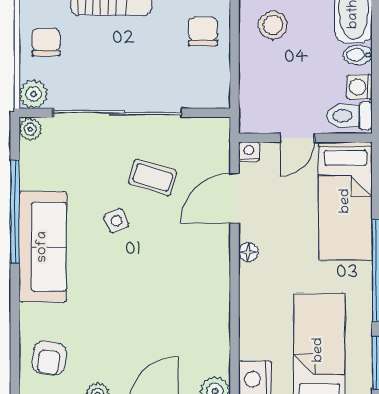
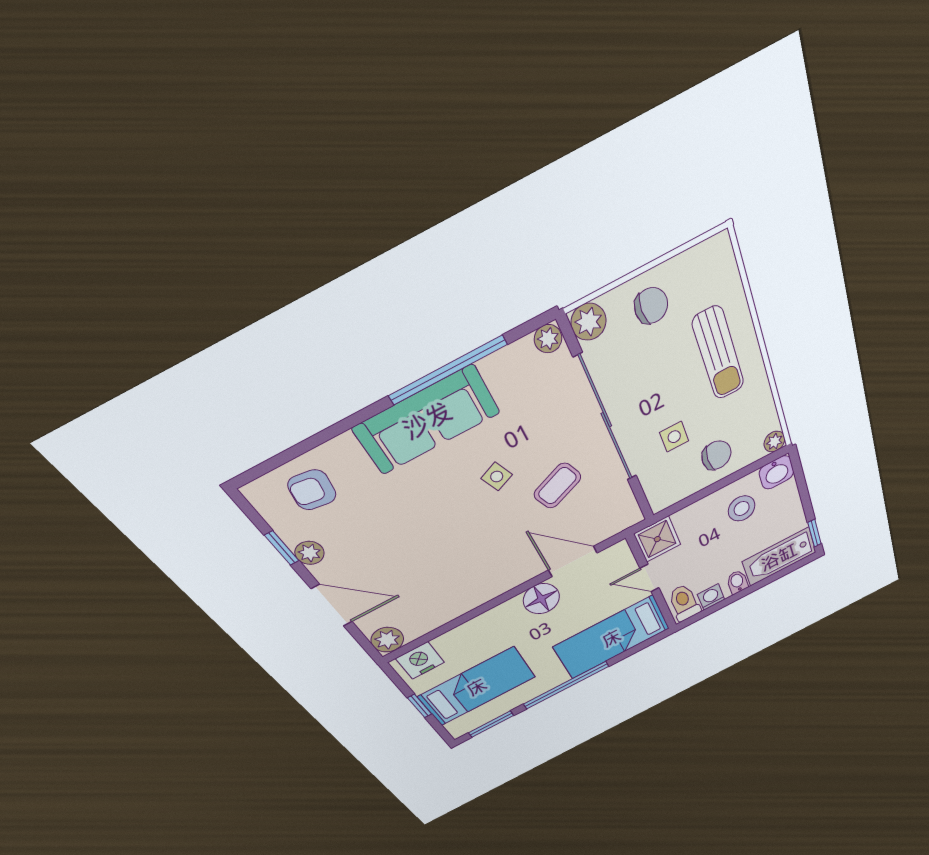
side table: (164, 63) -> (674, 437), added
shower: (258, 114) -> (657, 539), added
nightstand: (249, 152) -> (621, 550), removed
coffee table: (153, 177) -> (557, 486), turned 51
floor lamp: (248, 252) -> (541, 599), width x1.89, depth x1.89

